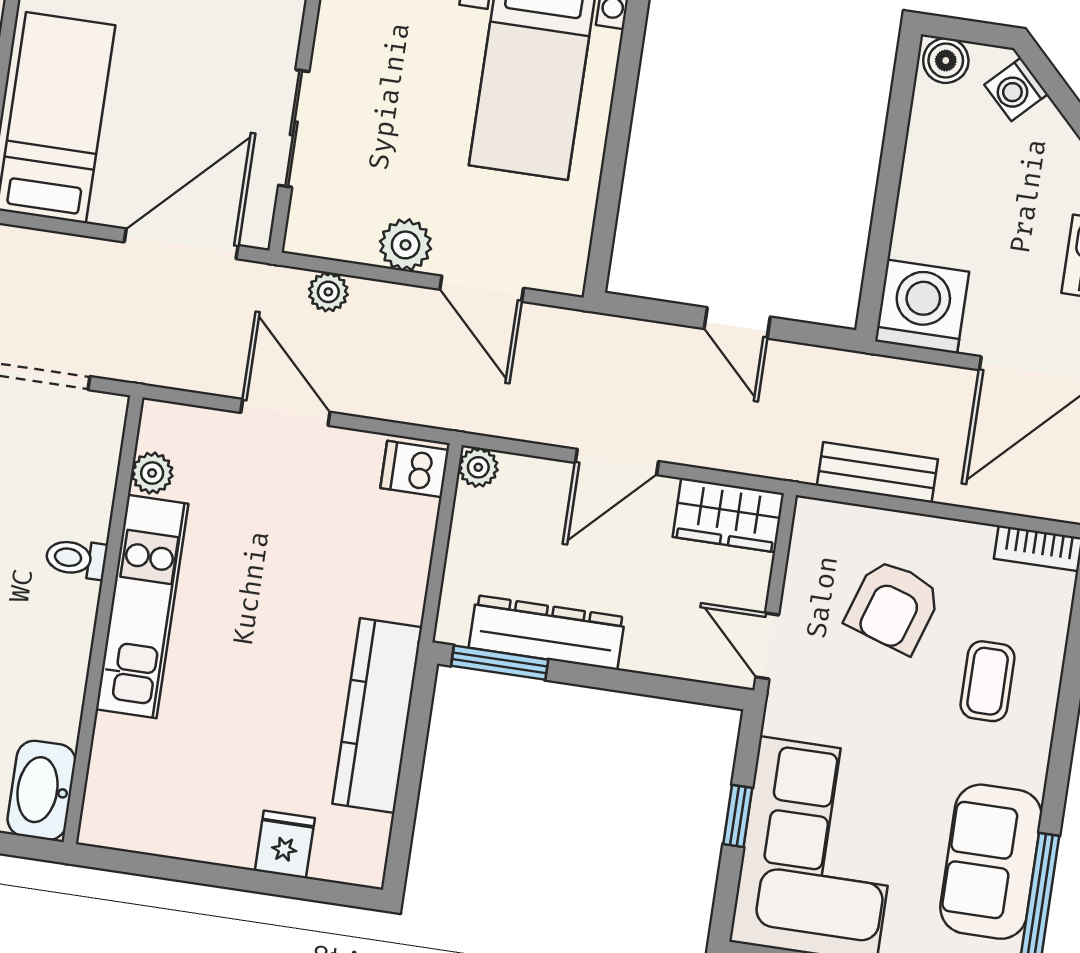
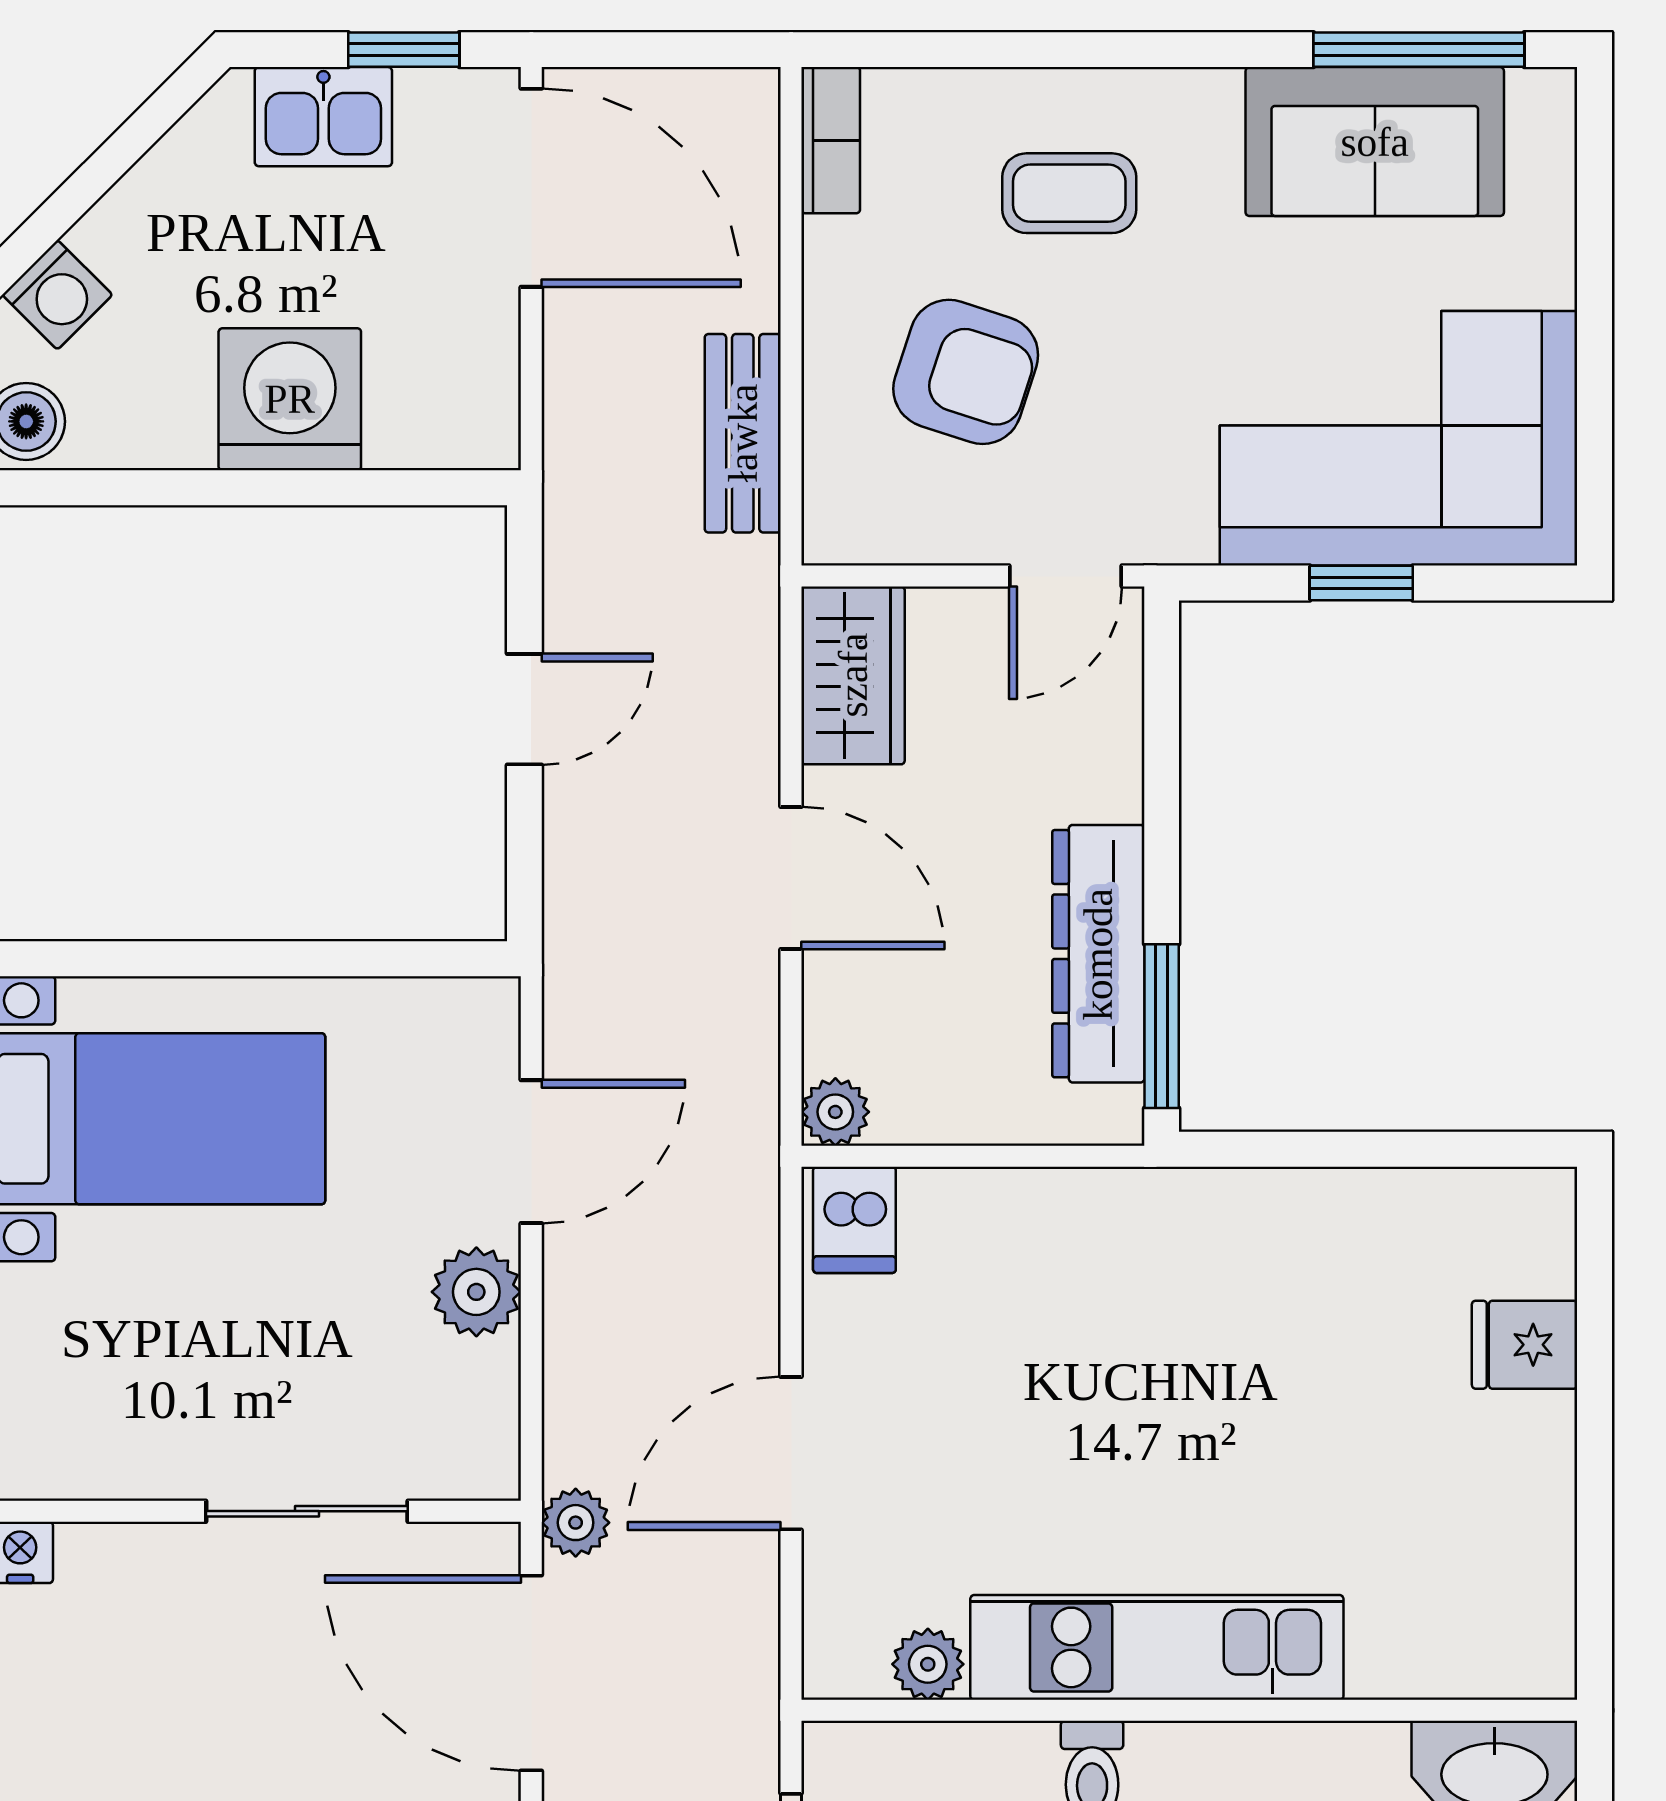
plant: (328, 292) -> (576, 1523), moved
washing machine: (922, 306) -> (290, 399), moved, turned 90
kitchen counter: (377, 716) -> (1282, 1220), removed

